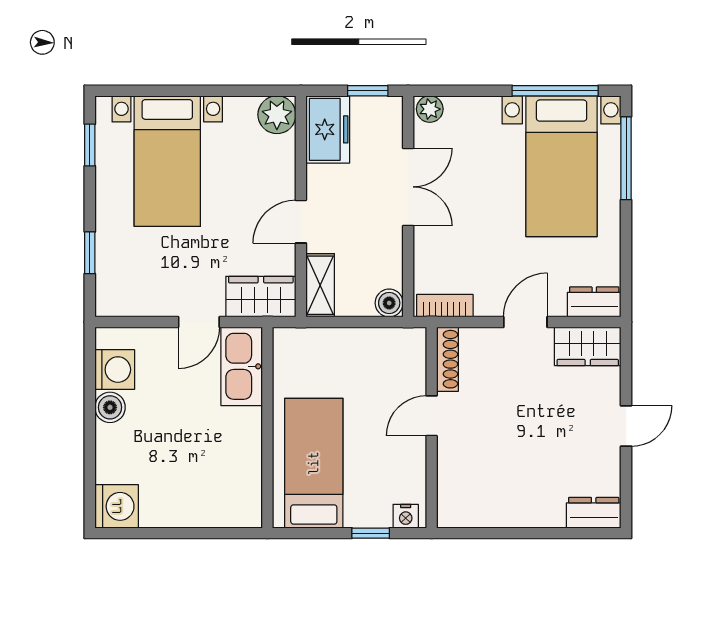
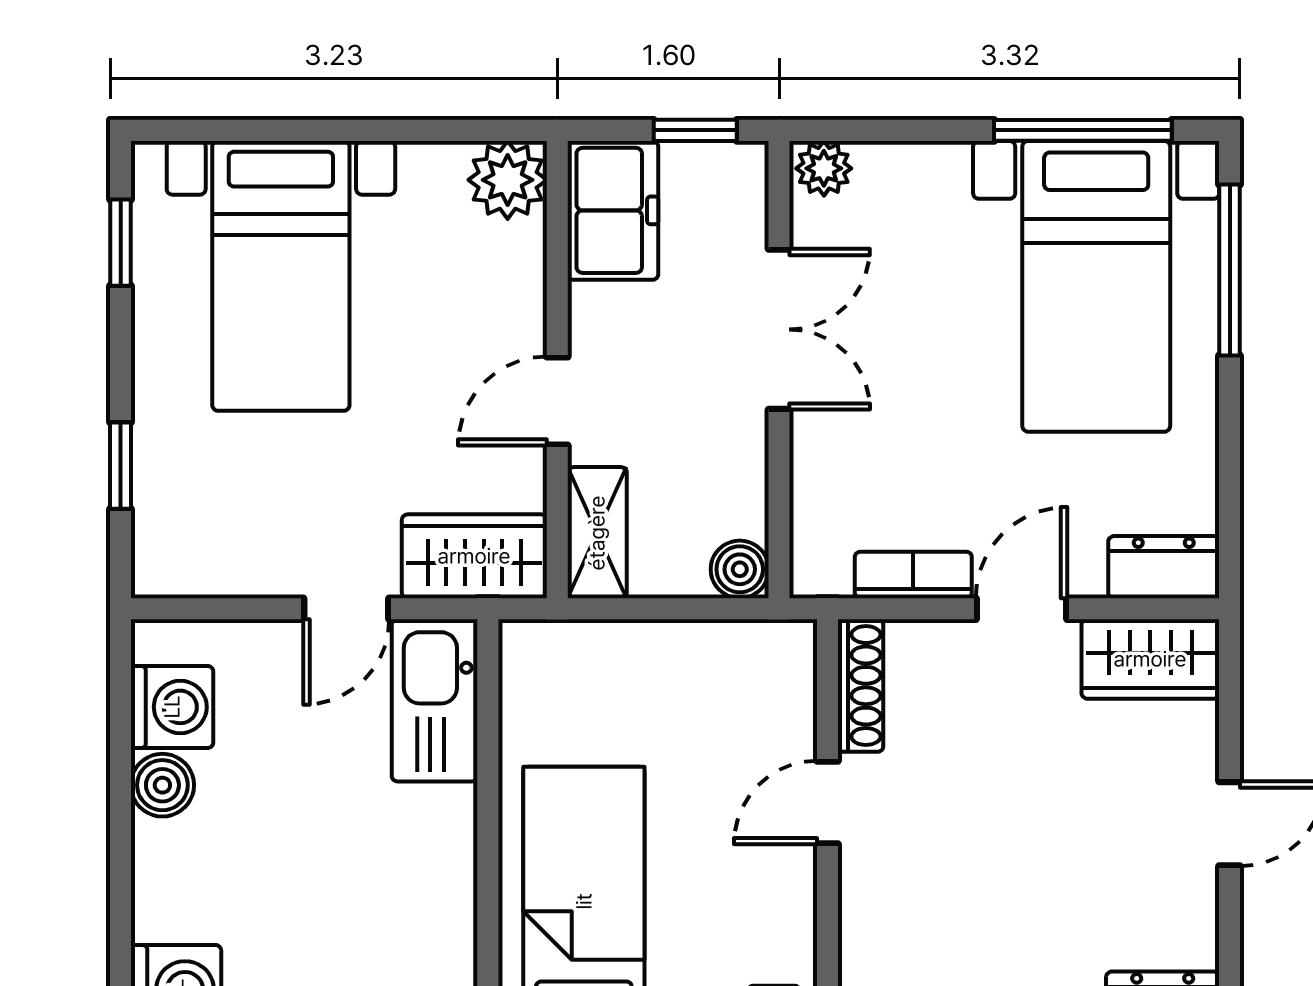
bookcase: (445, 306) -> (913, 575), moved

